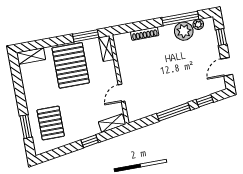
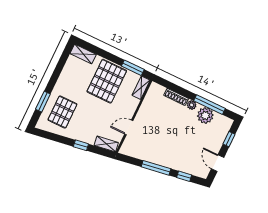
plant: (198, 24) -> (192, 105), moved
door: (227, 67) -> (218, 163), hinge flipped

